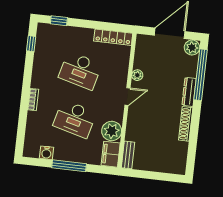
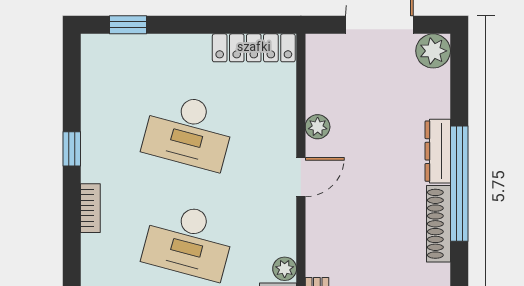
window: (31, 44) -> (72, 149), moved
window: (201, 75) -> (459, 184), moved
plant: (112, 131) -> (285, 269), width x0.53, depth x0.53

